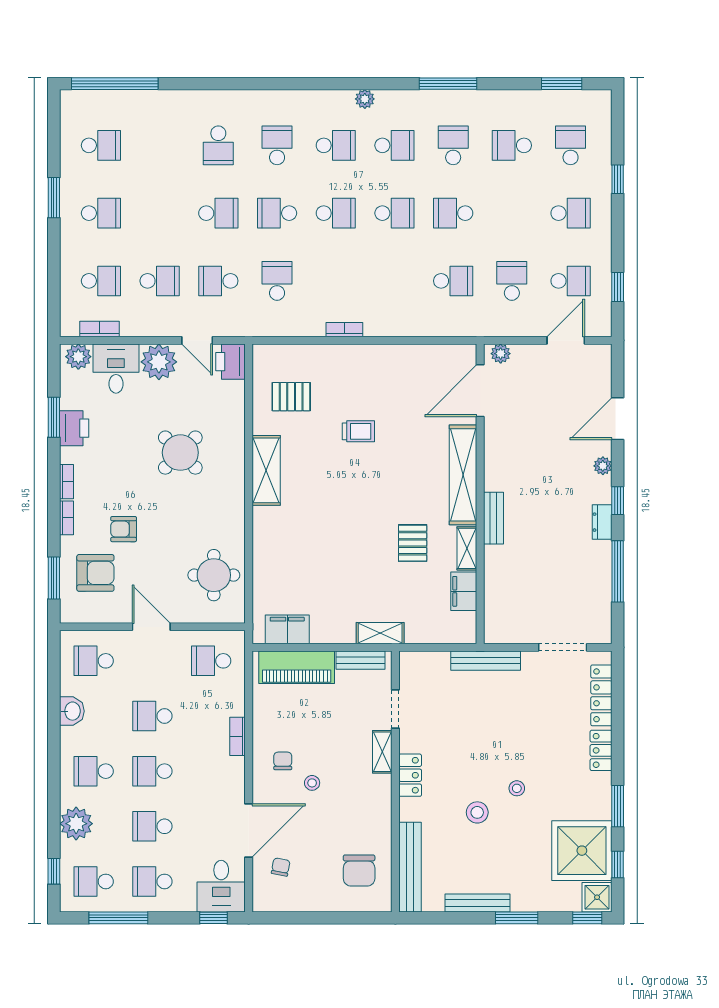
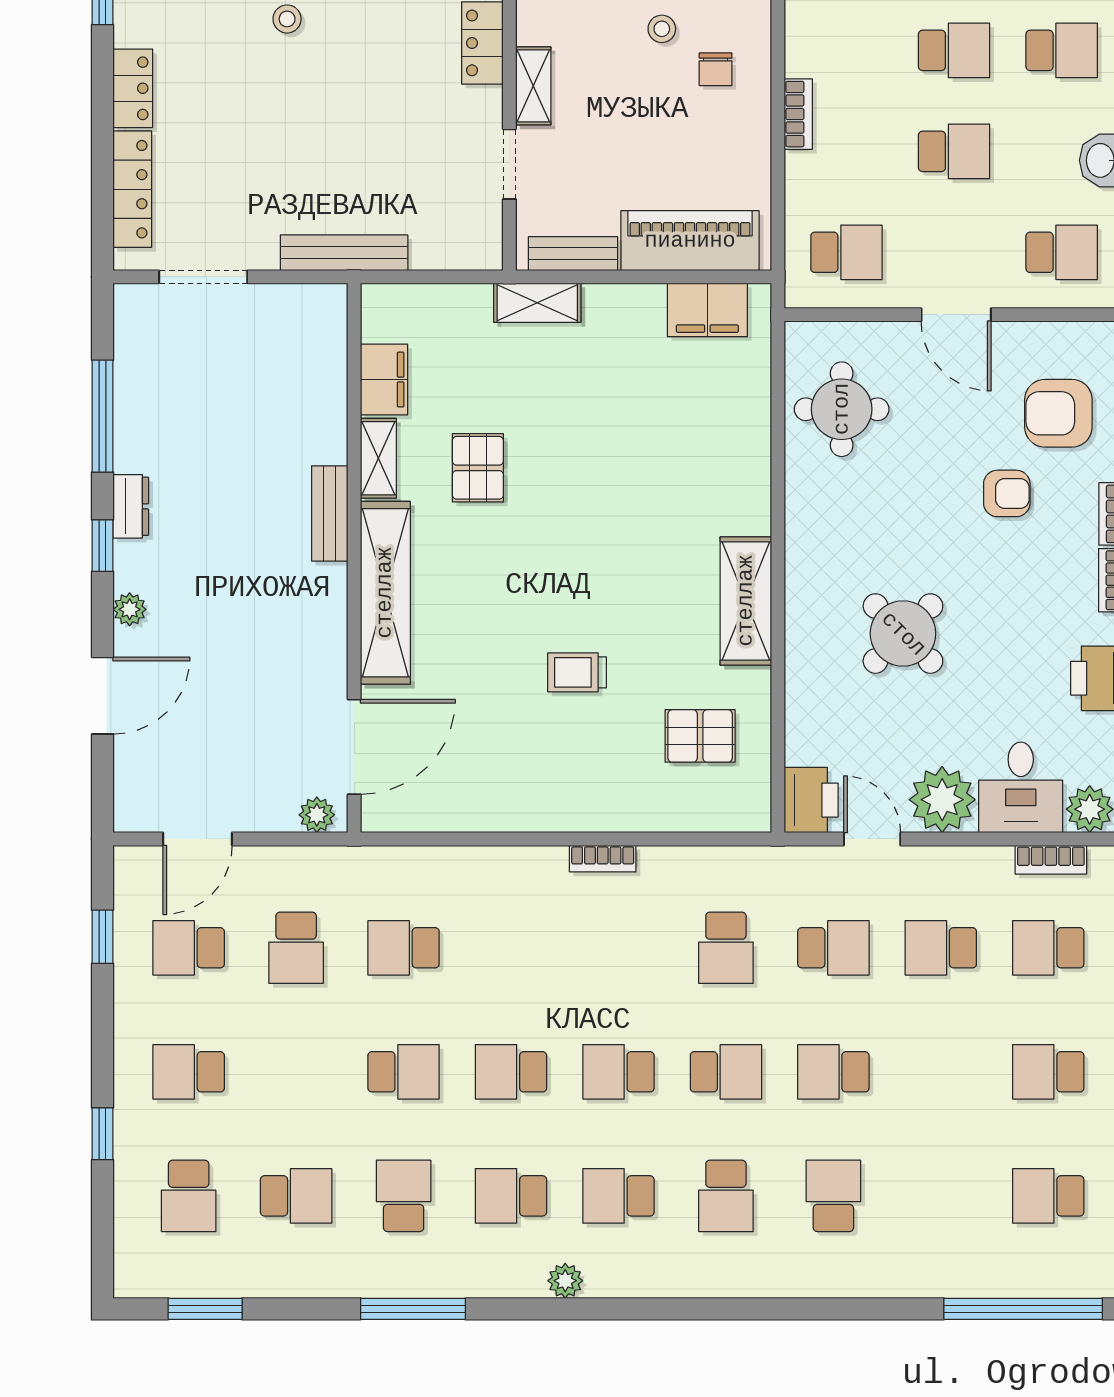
school desk: (453, 145) -> (404, 1196), turned 180

